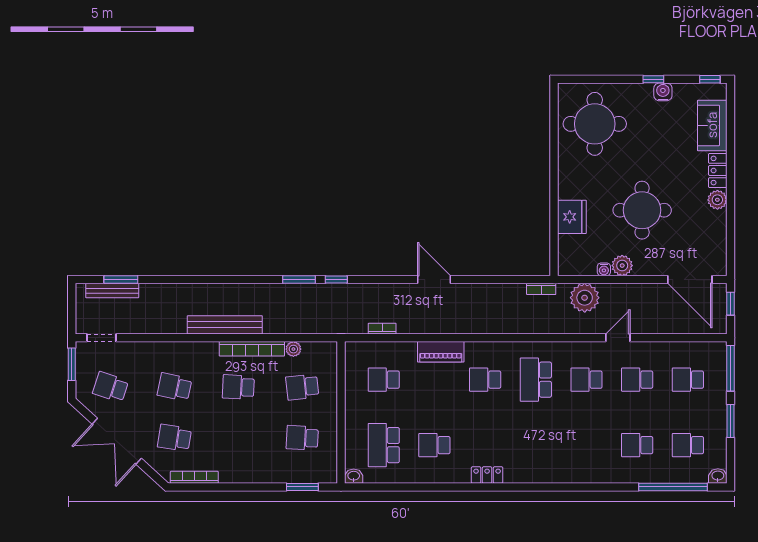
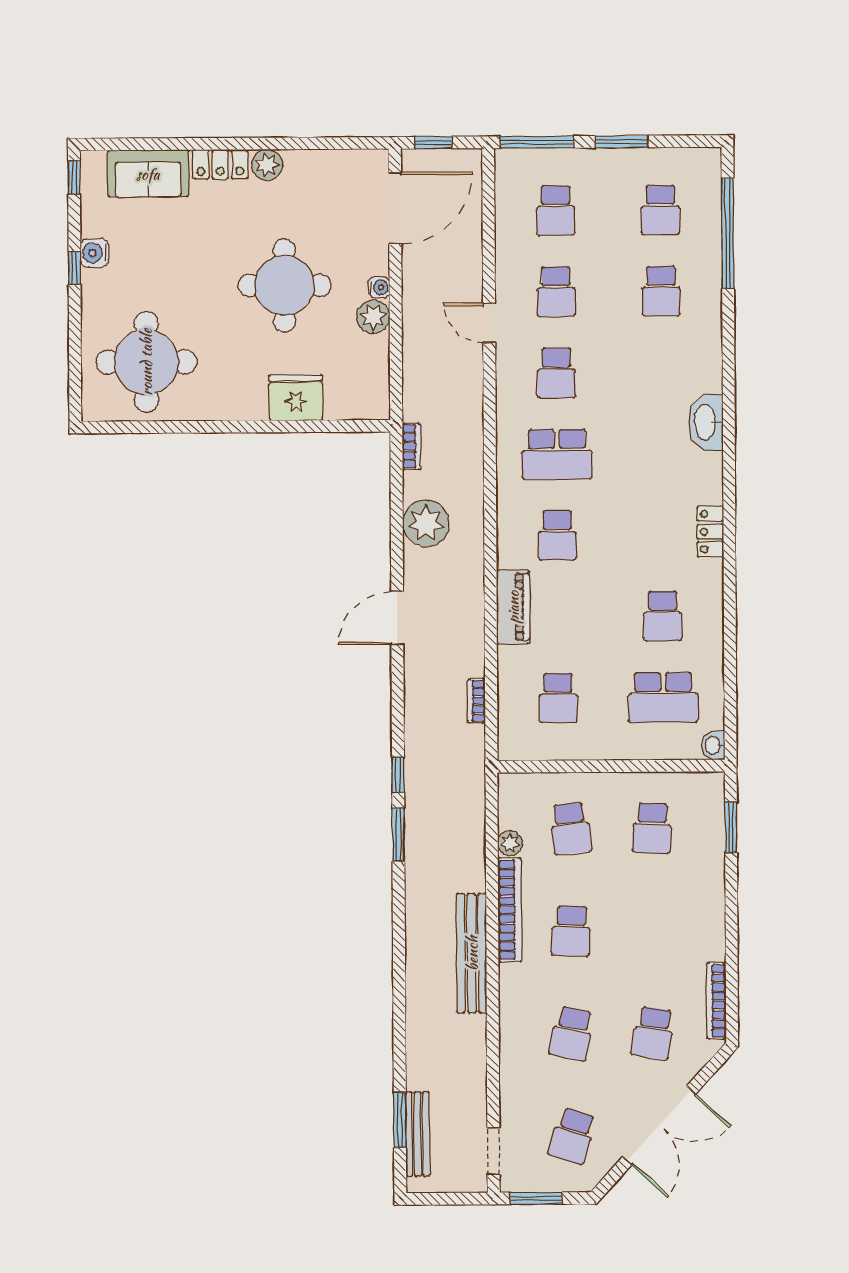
water cooler: (604, 269) -> (379, 287), moved
plant: (585, 298) -> (426, 523), moved
washbasin: (718, 476) -> (706, 422), moved, width x1.91, depth x1.45

